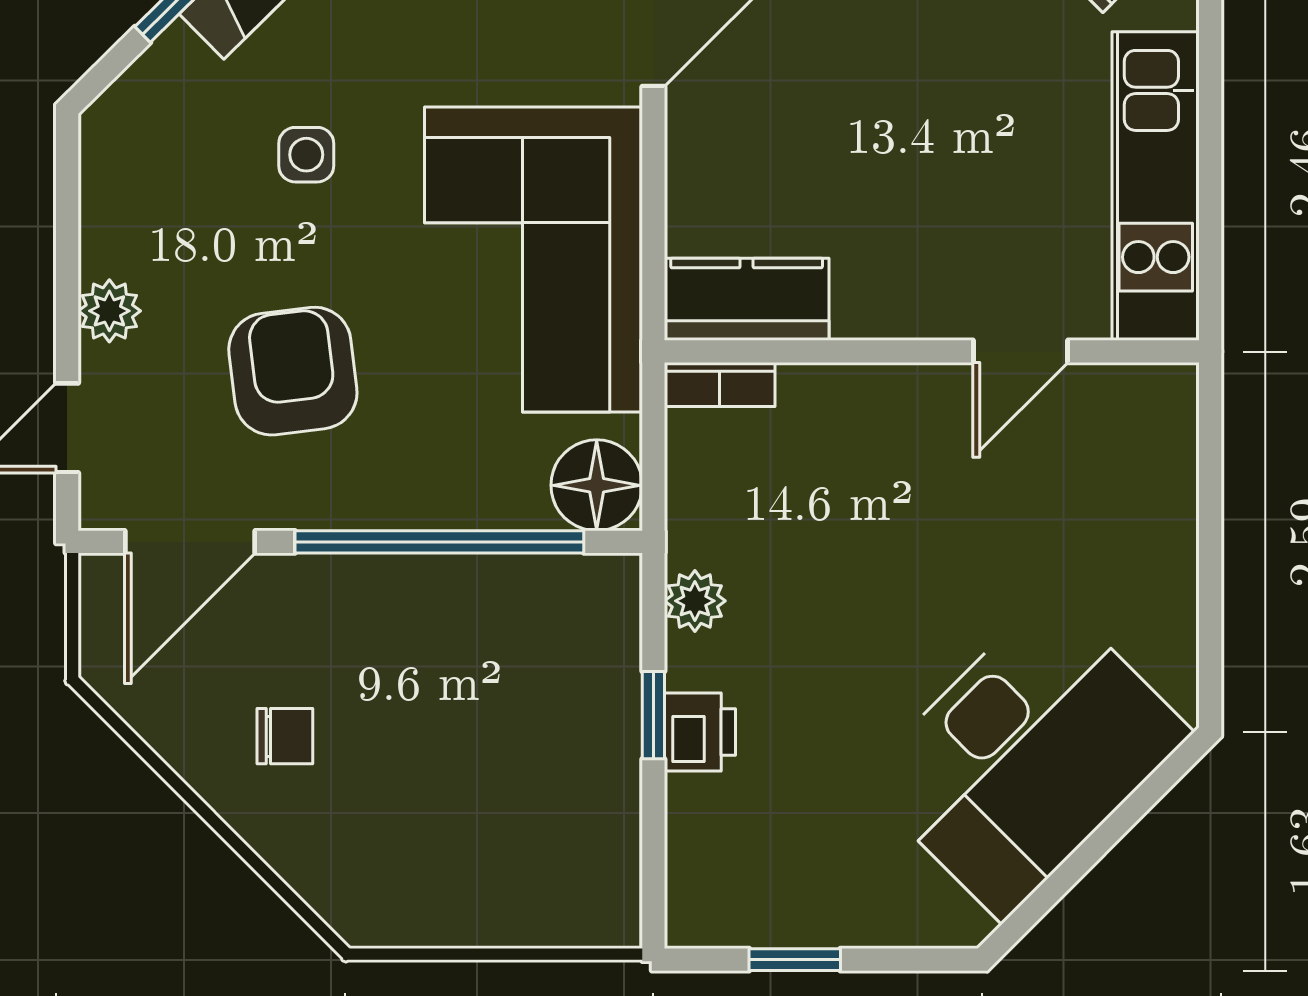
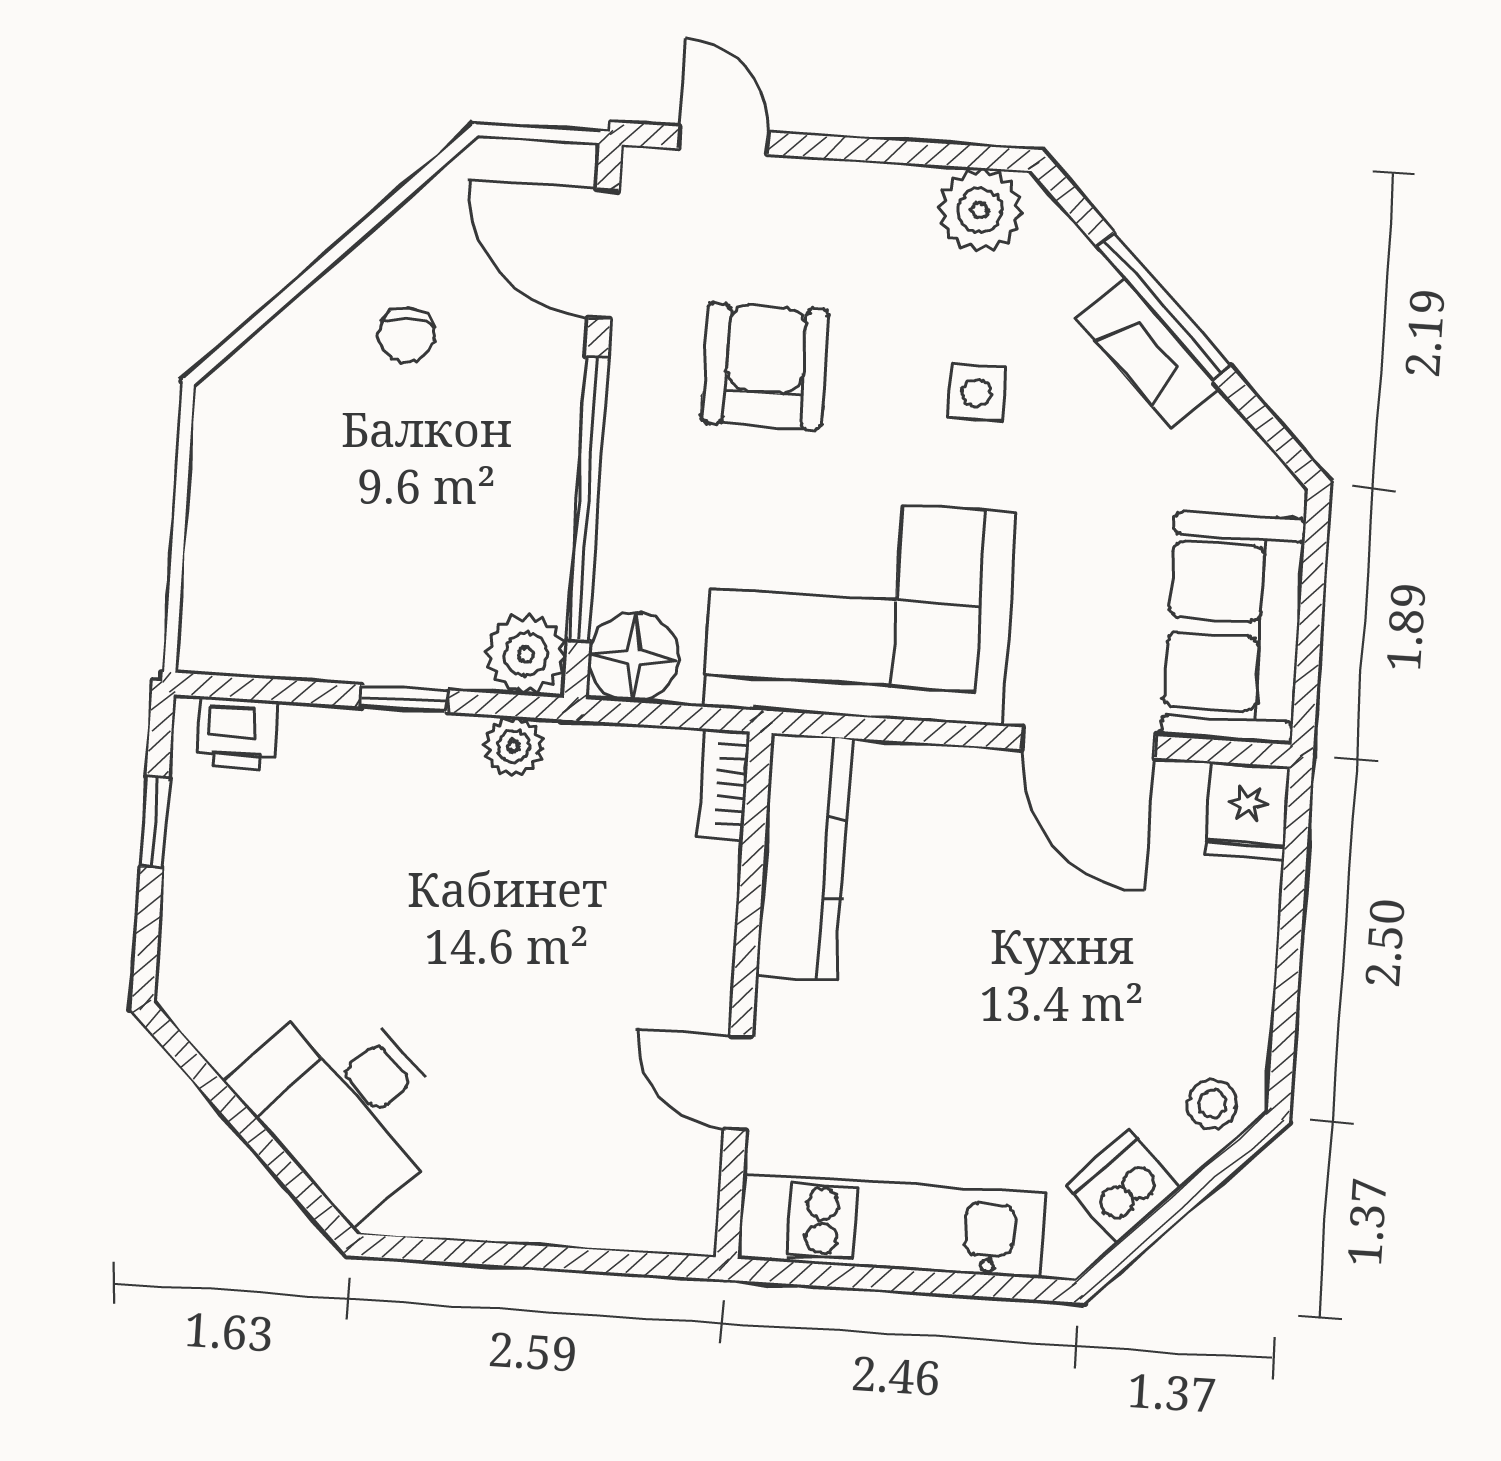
kitchen counter: (747, 299) -> (804, 857), width x1.50
plant: (109, 311) -> (980, 210), moved, width x1.38, depth x1.38
armchair: (293, 371) -> (765, 366), turned -83
plant: (601, 594) -> (526, 654), added
printer: (700, 732) -> (238, 734), moved
desk: (1026, 756) -> (346, 1105), width x0.73, depth x0.77

